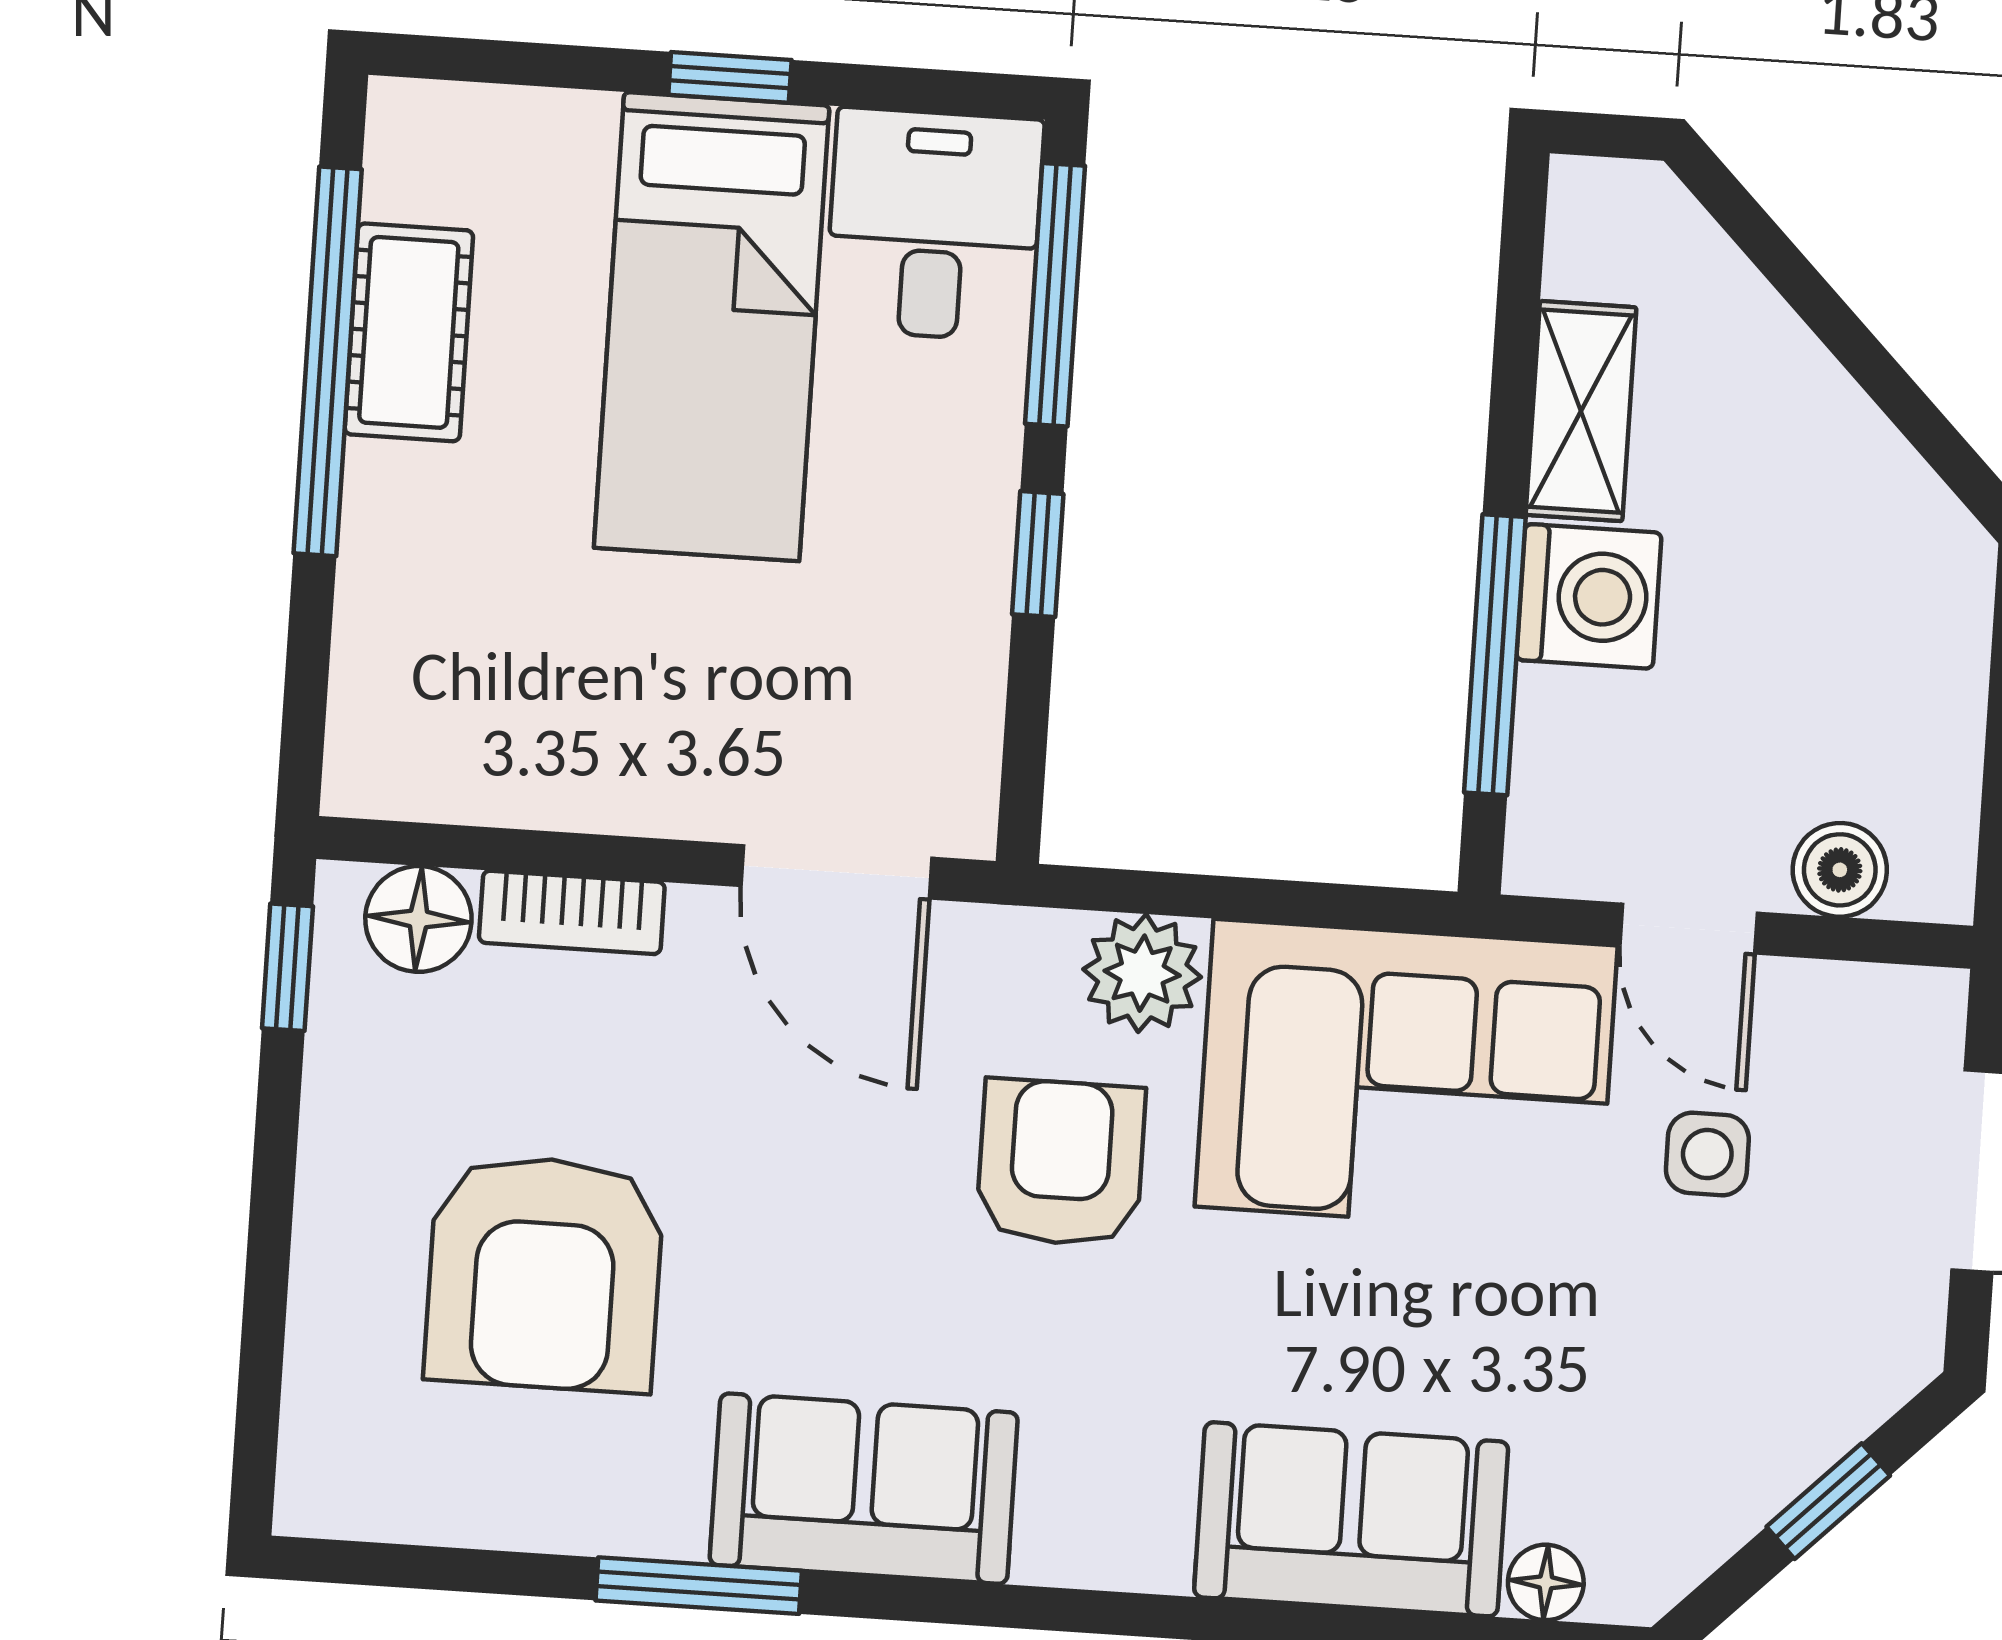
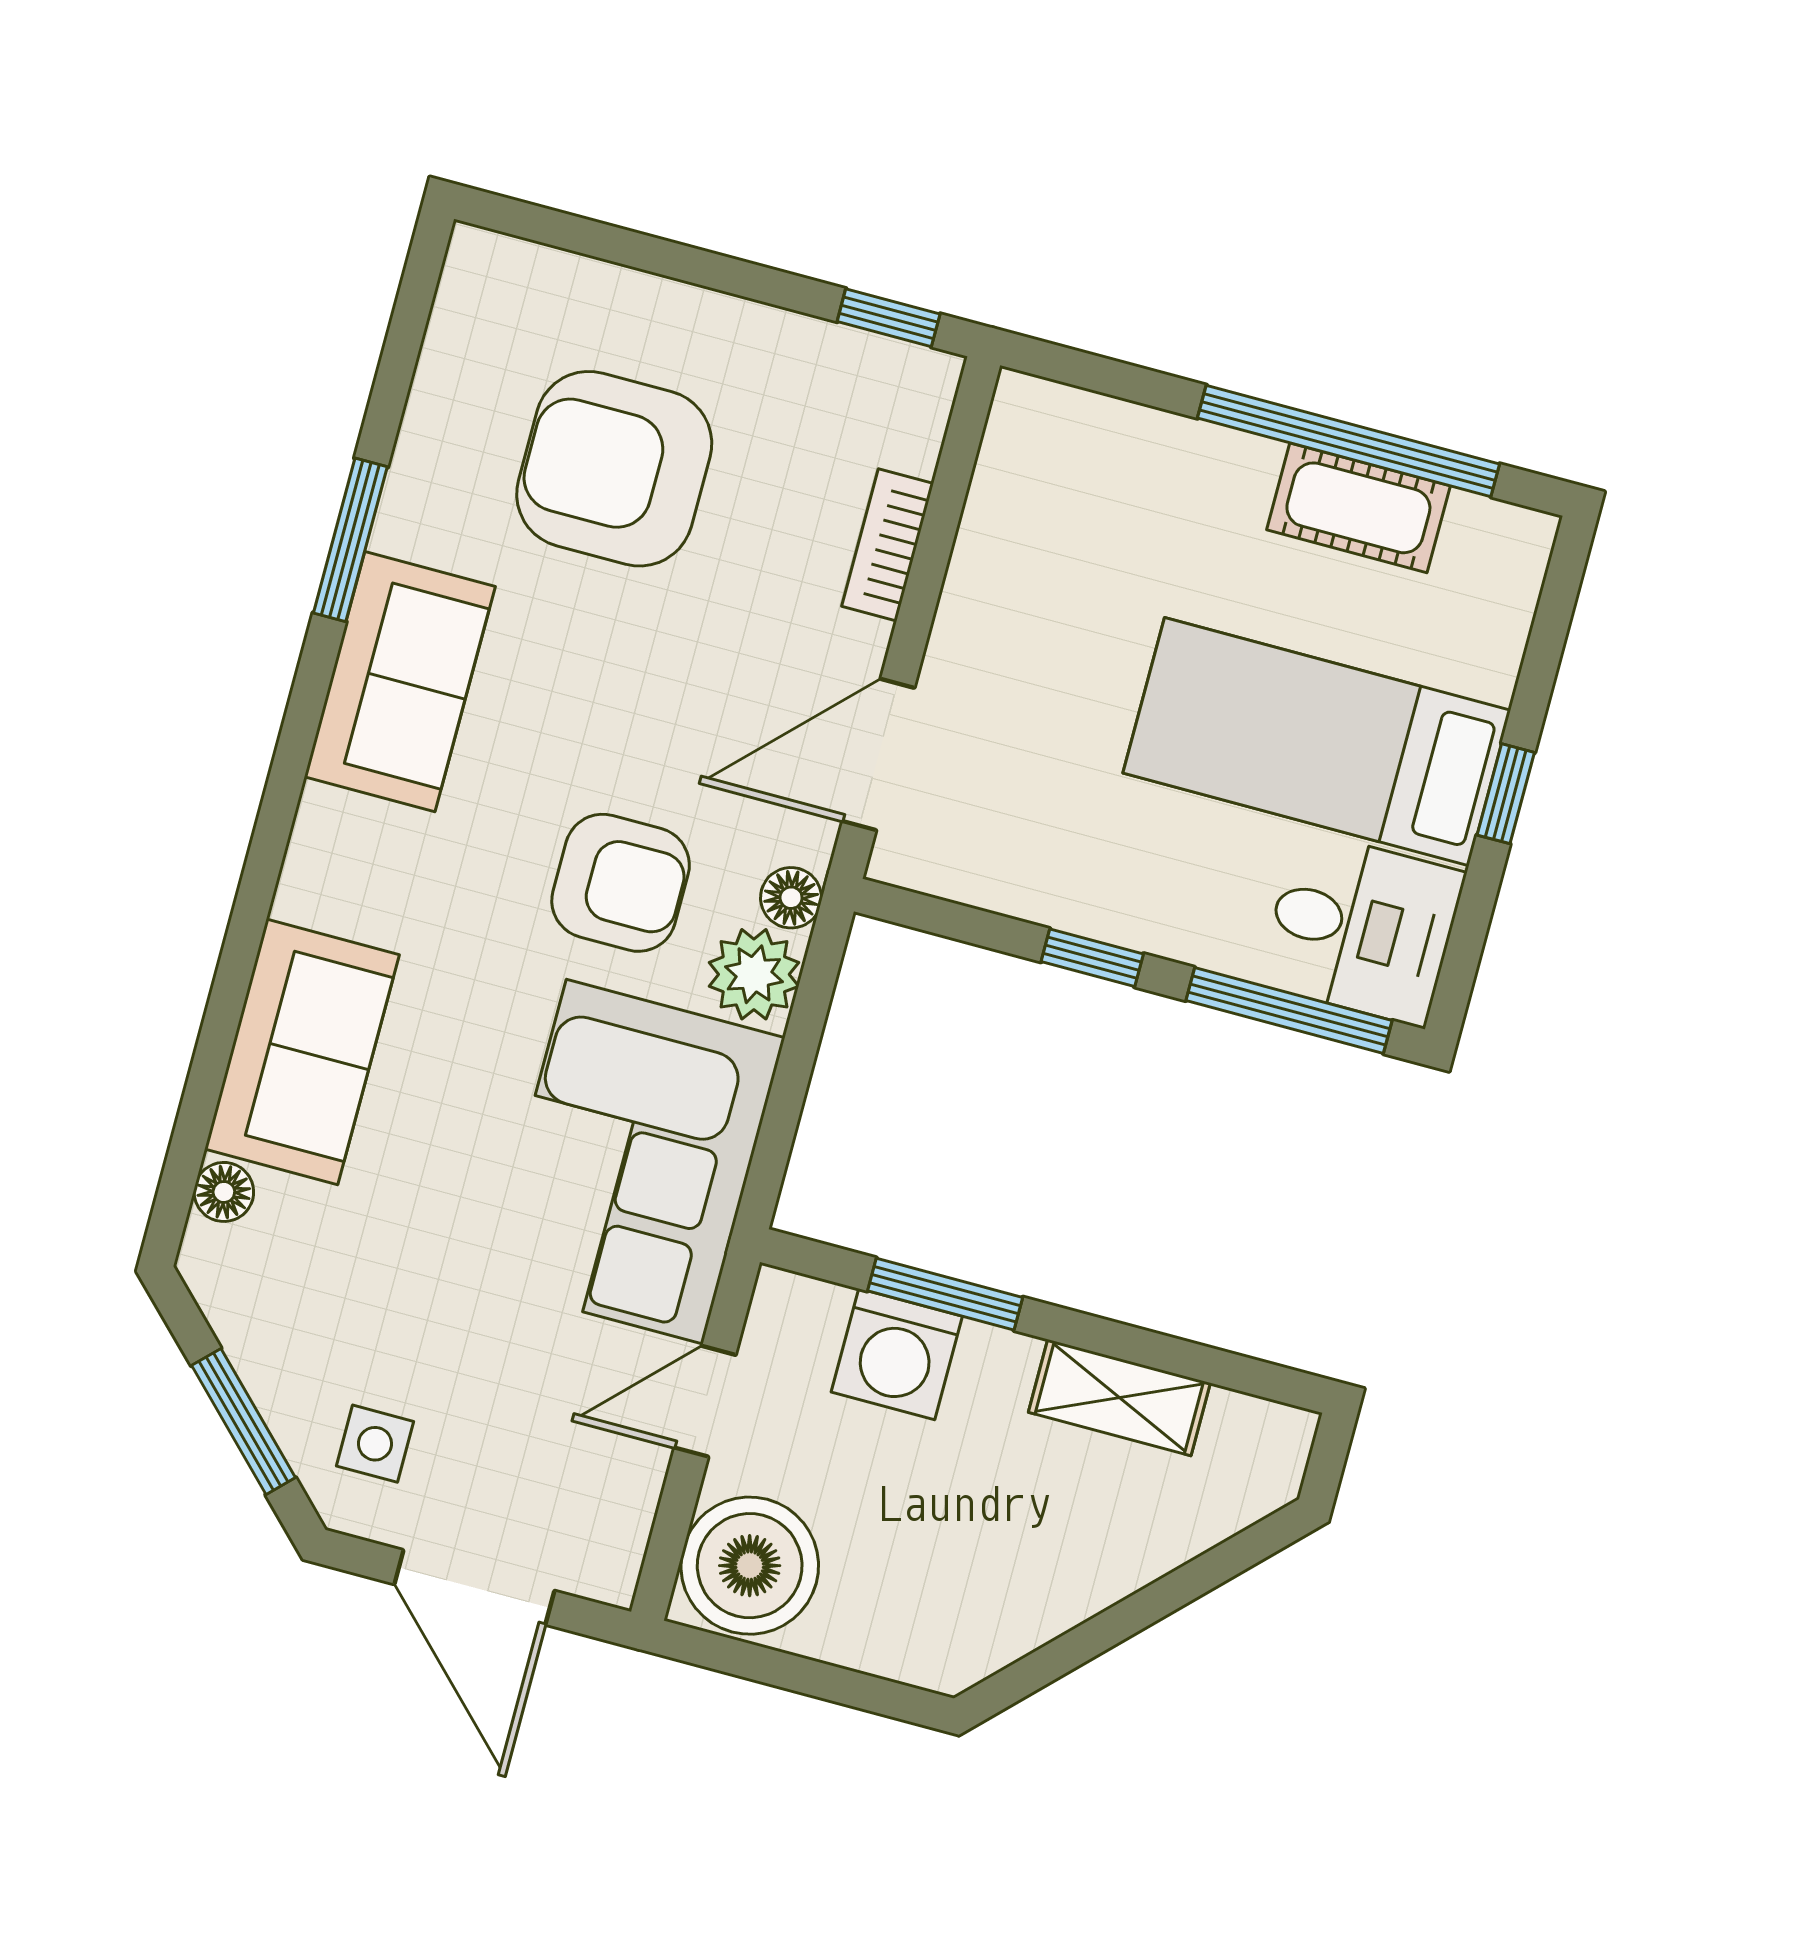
washing machine: (1589, 596) -> (897, 1354), moved
window: (1495, 655) -> (945, 1294), width x0.69
boiler: (1840, 870) -> (750, 1566), width x1.86, depth x1.86
floor lamp: (418, 919) -> (791, 898), moved, width x0.73, depth x0.73
side table: (1707, 1154) -> (375, 1444), moved
window: (1828, 1501) -> (243, 1422), width x1.50

